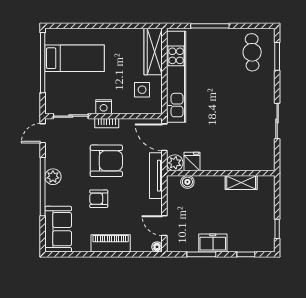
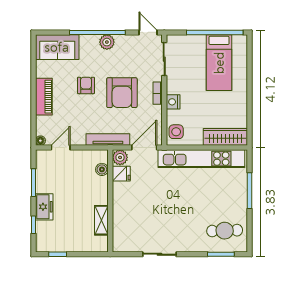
side table: (142, 90) -> (176, 132), moved
nightstand: (104, 107) -> (173, 102), moved
freezer: (213, 243) -> (44, 207), moved

